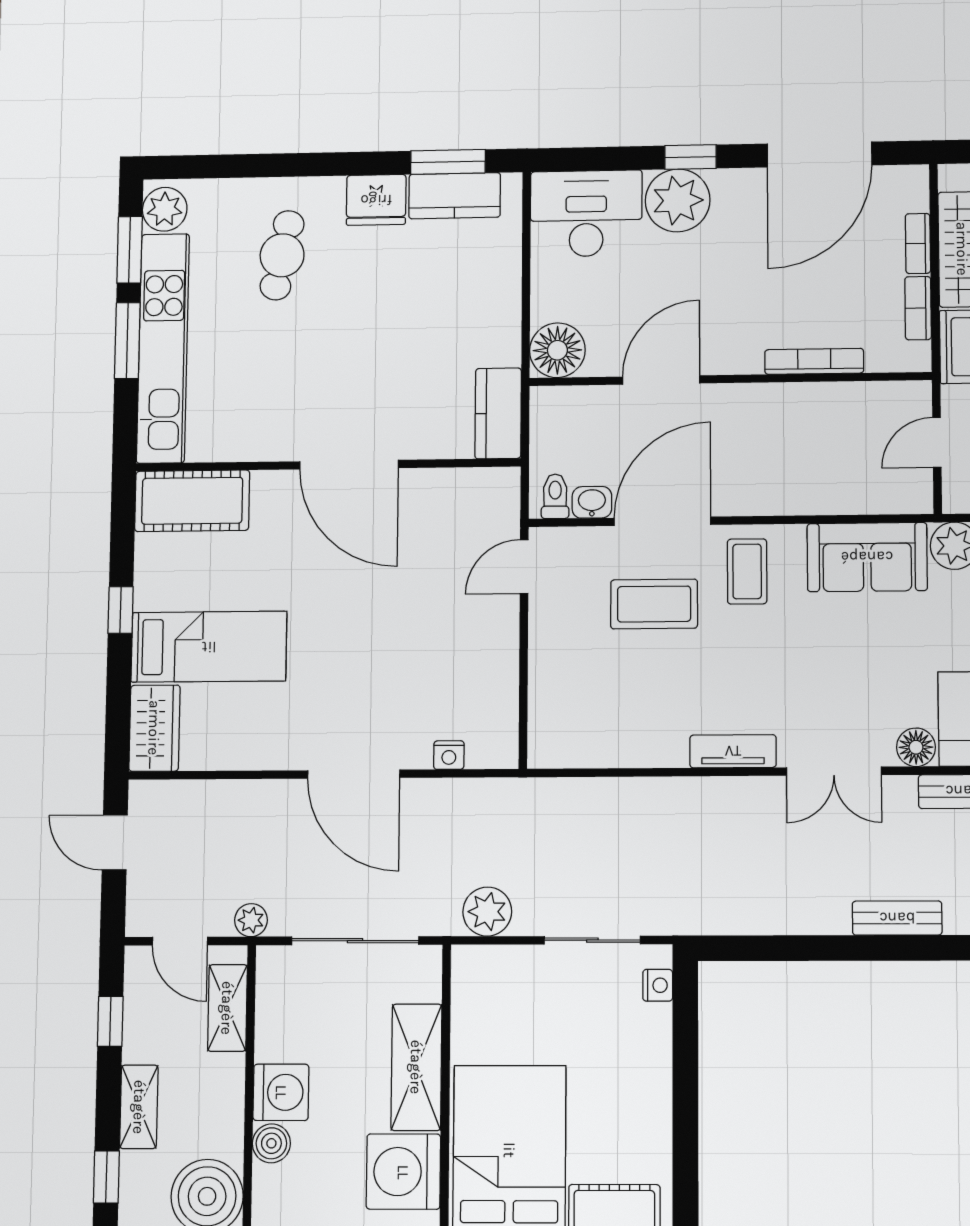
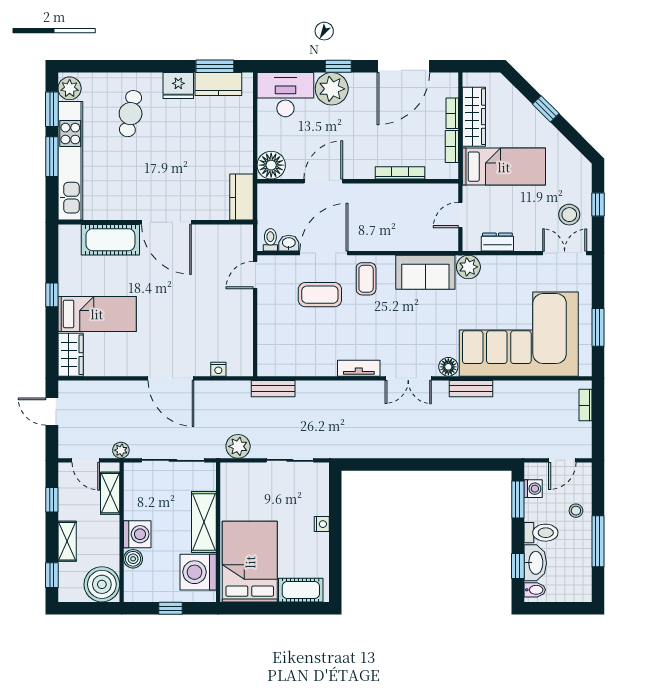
cot: (192, 501) -> (110, 240), moved
bench: (897, 918) -> (273, 389), moved
nightstand: (658, 985) -> (322, 524), moved

